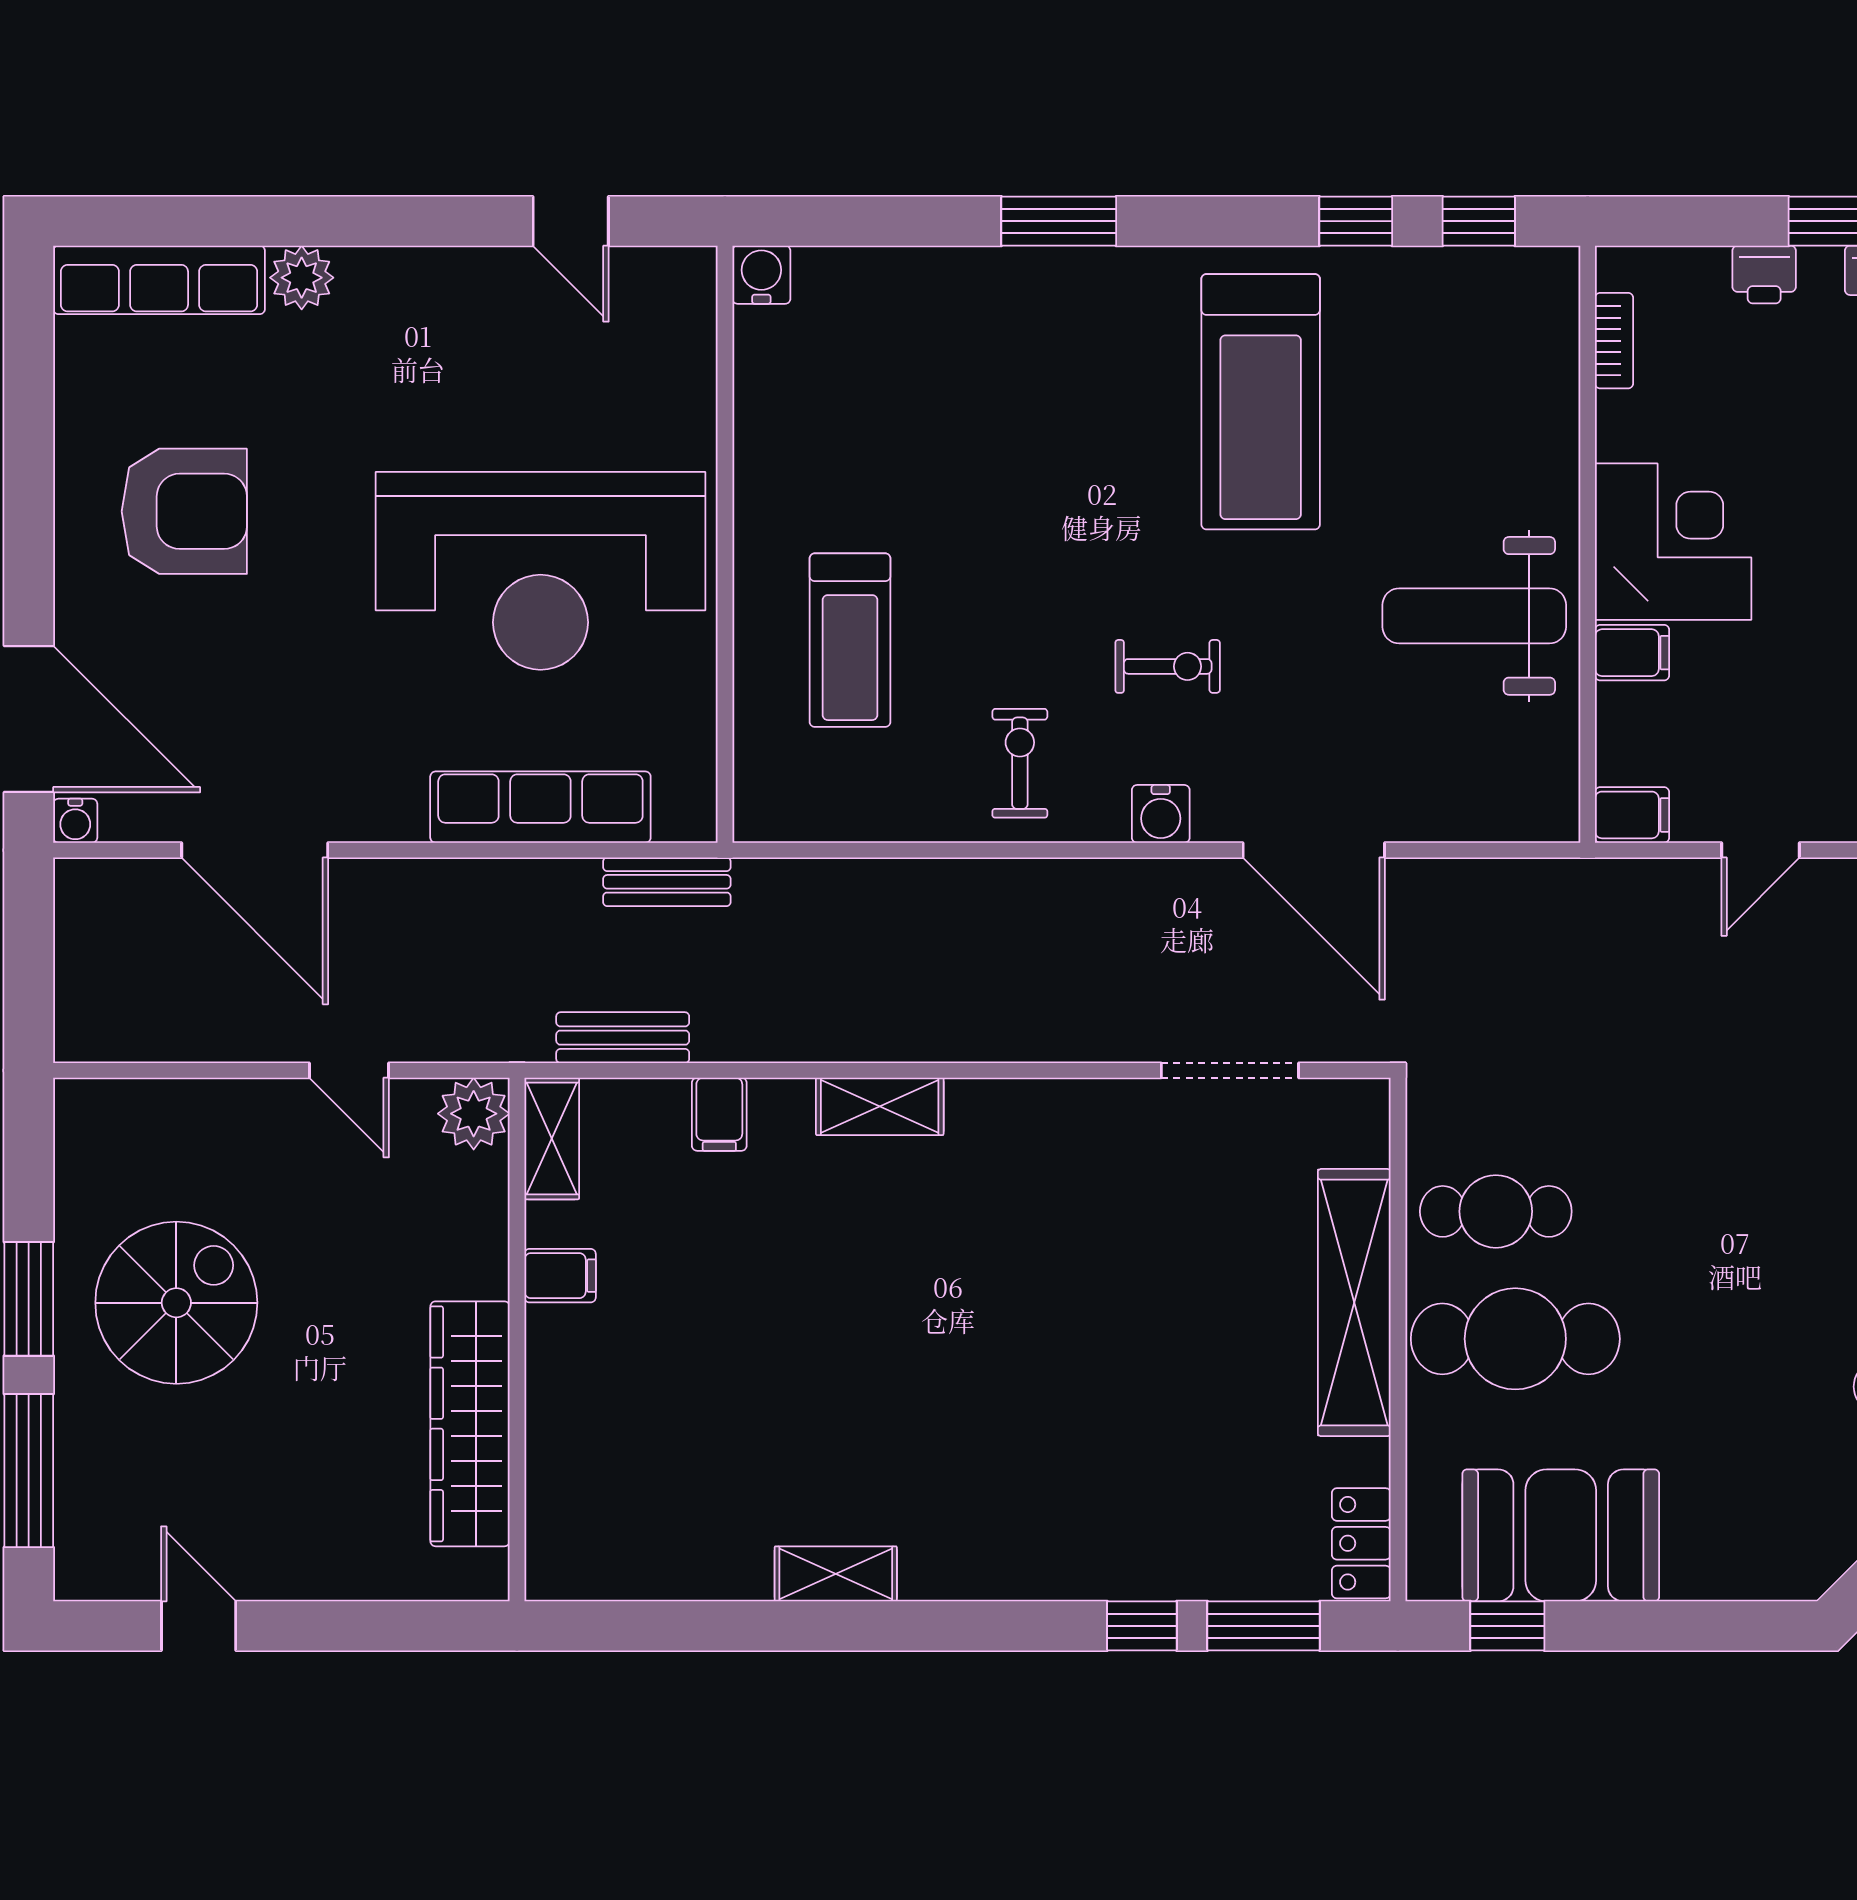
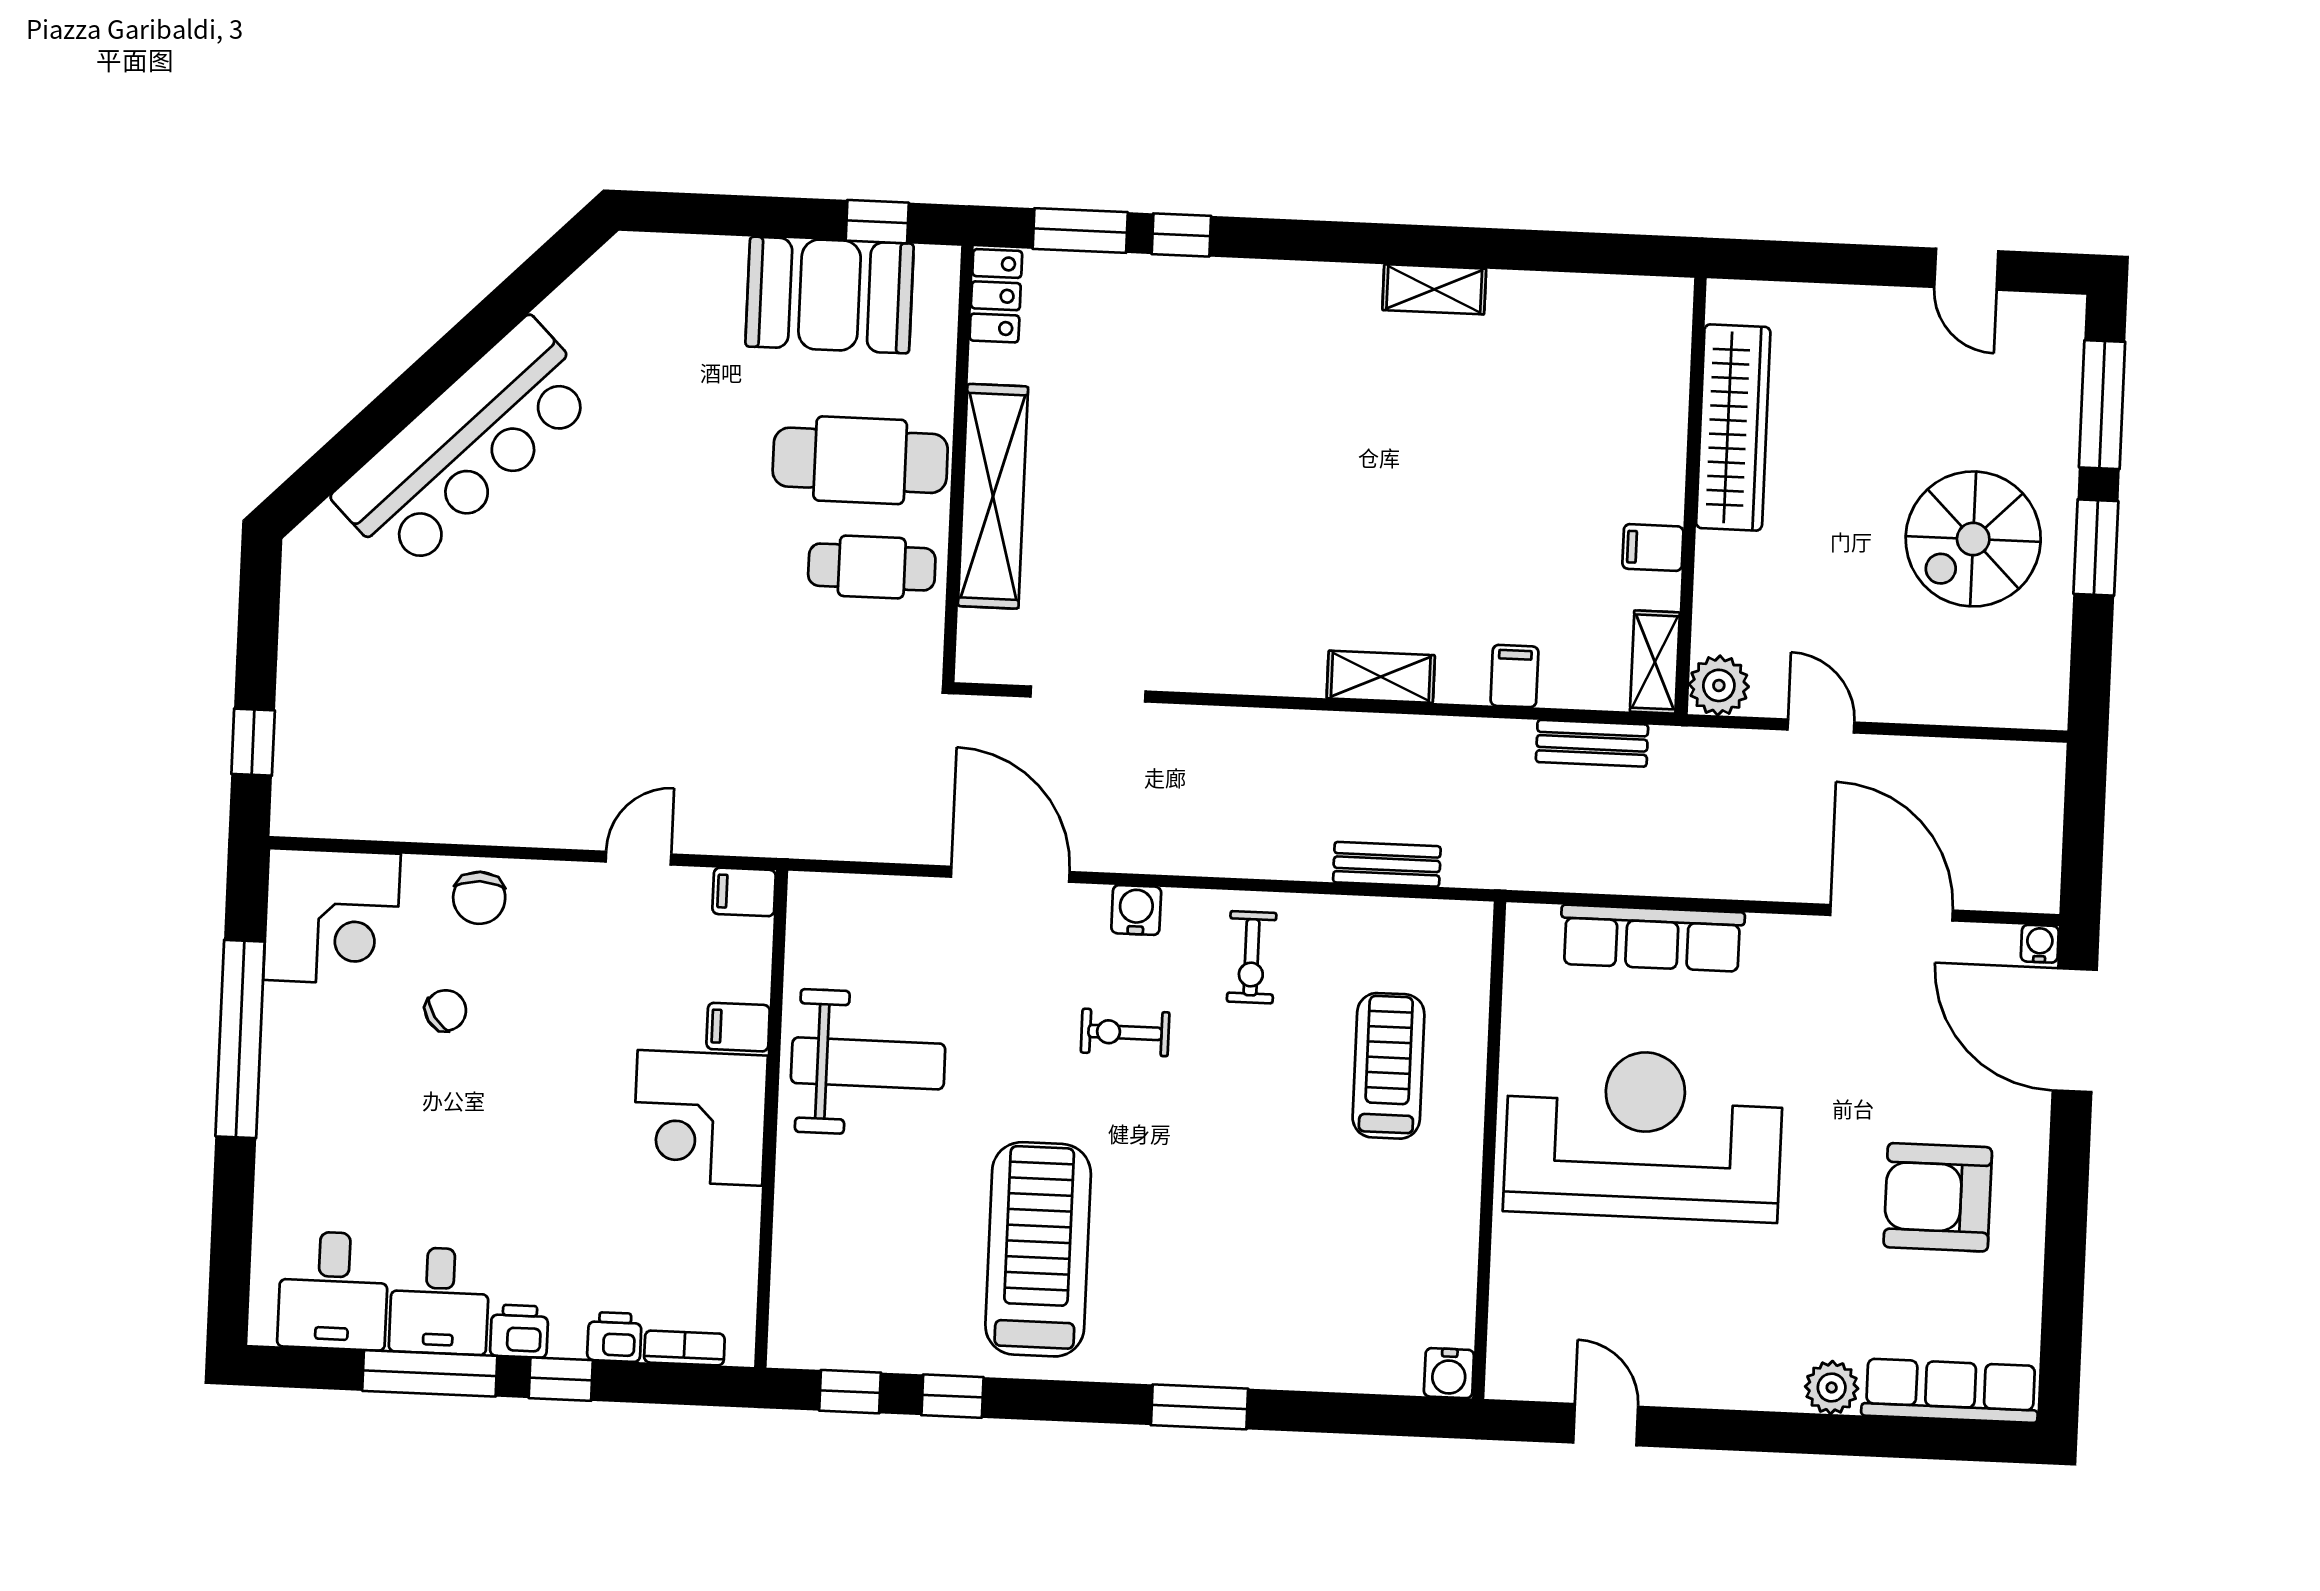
bookcase: (1614, 341) -> (684, 1348), moved, turned 90
bench: (667, 882) -> (1387, 864), moved

